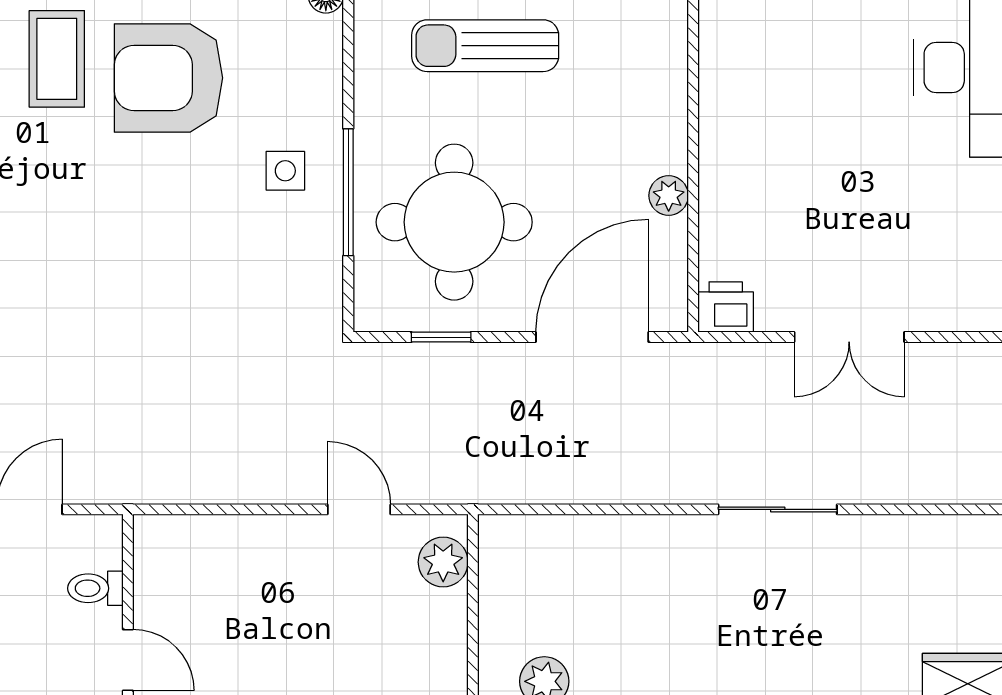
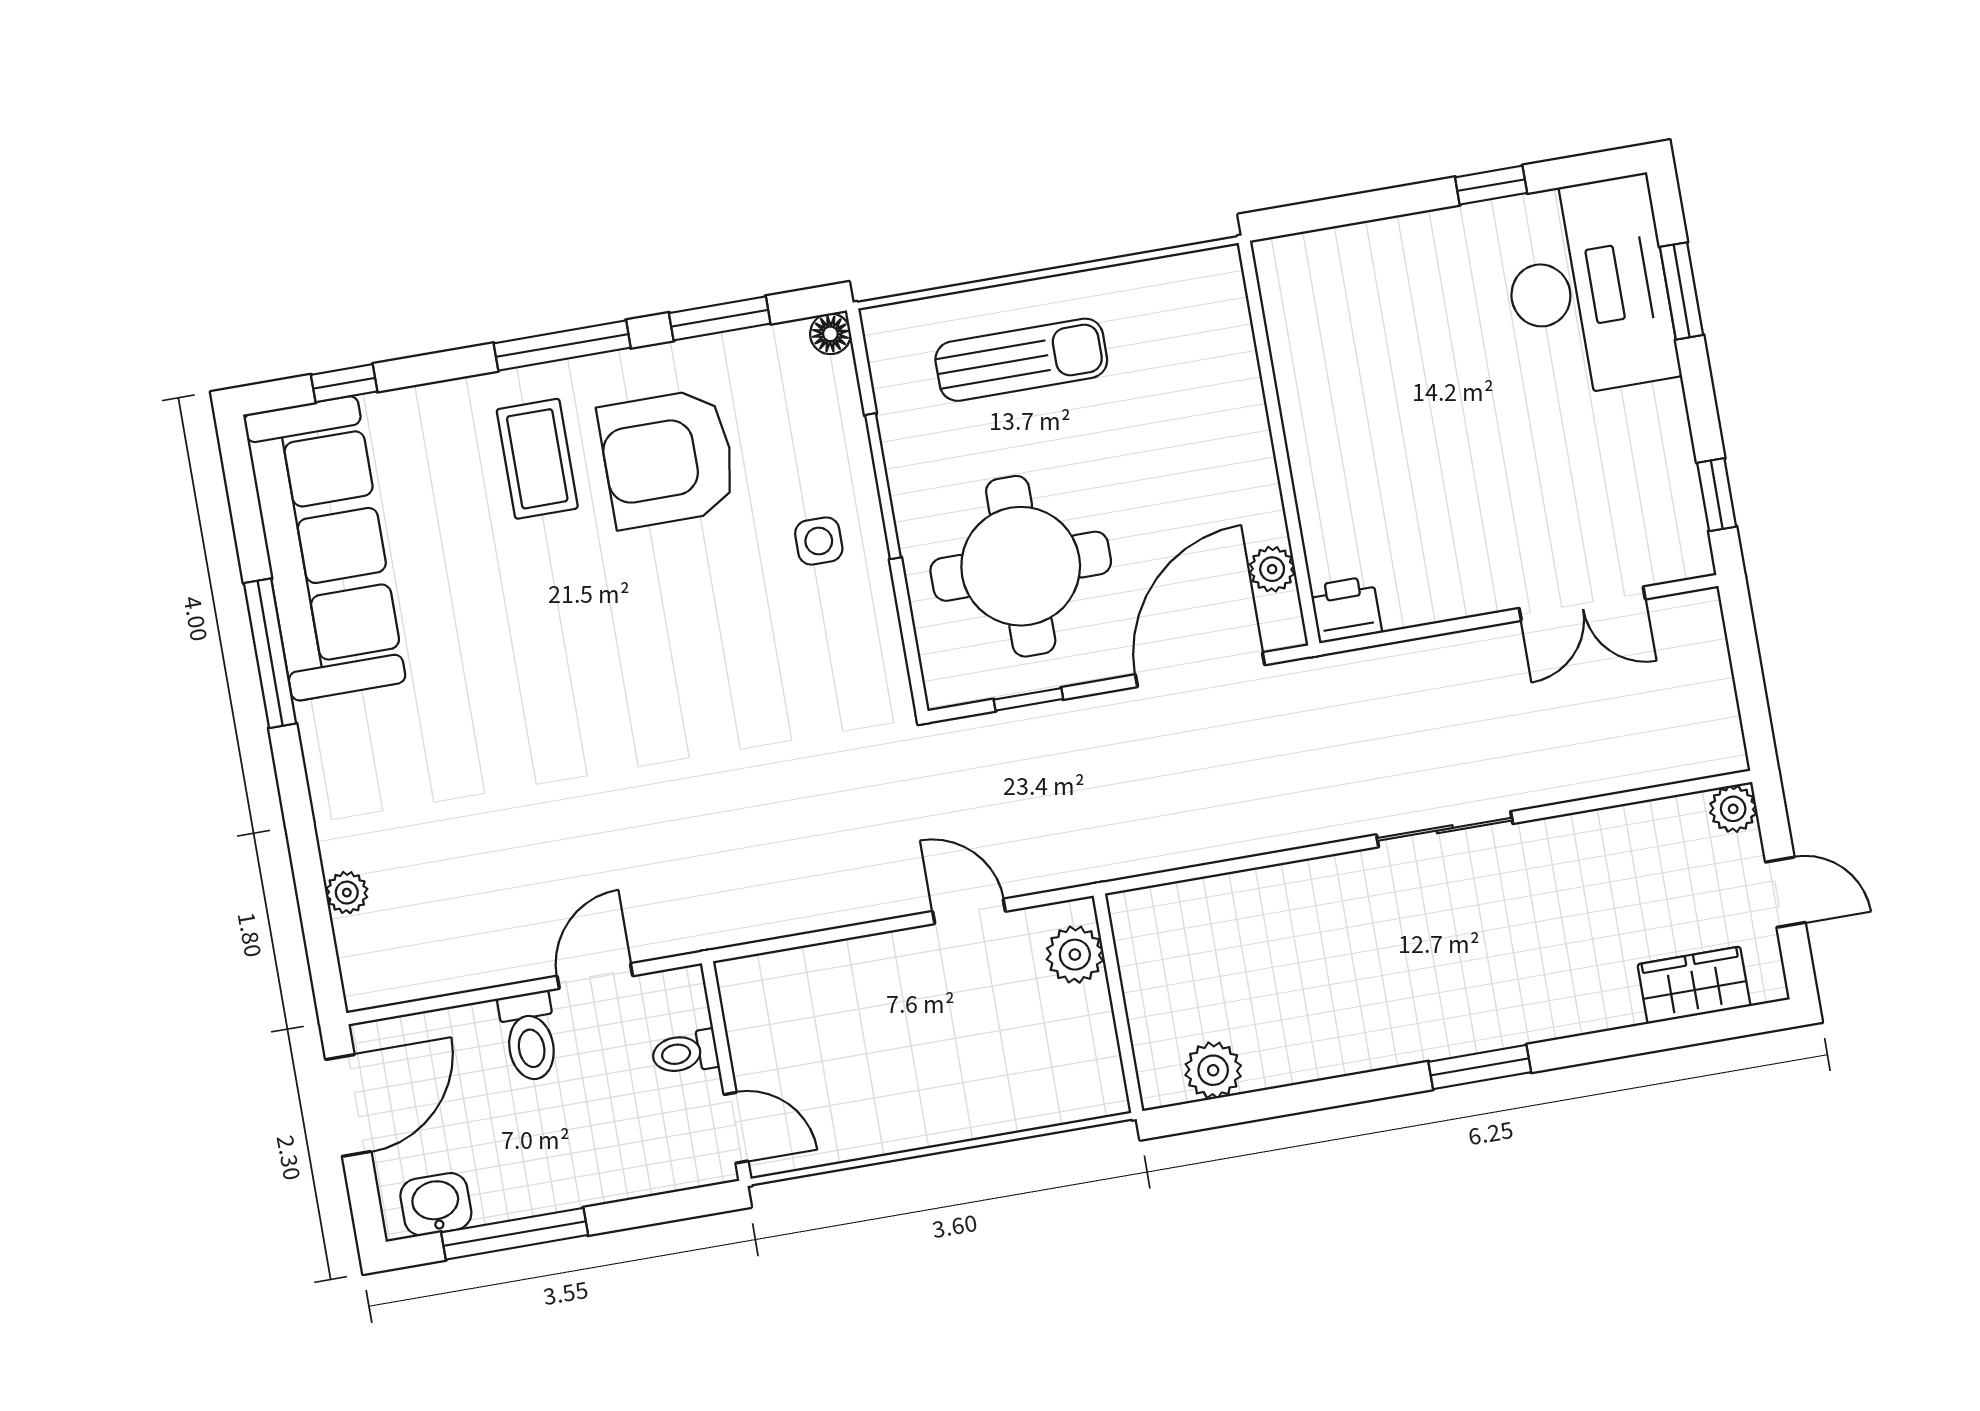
sun lounger: (485, 46) -> (1021, 360), turned 180
window: (348, 192) -> (883, 486), moved
plant: (669, 196) -> (1272, 569), moved
double door: (849, 337) -> (1582, 604), moved

